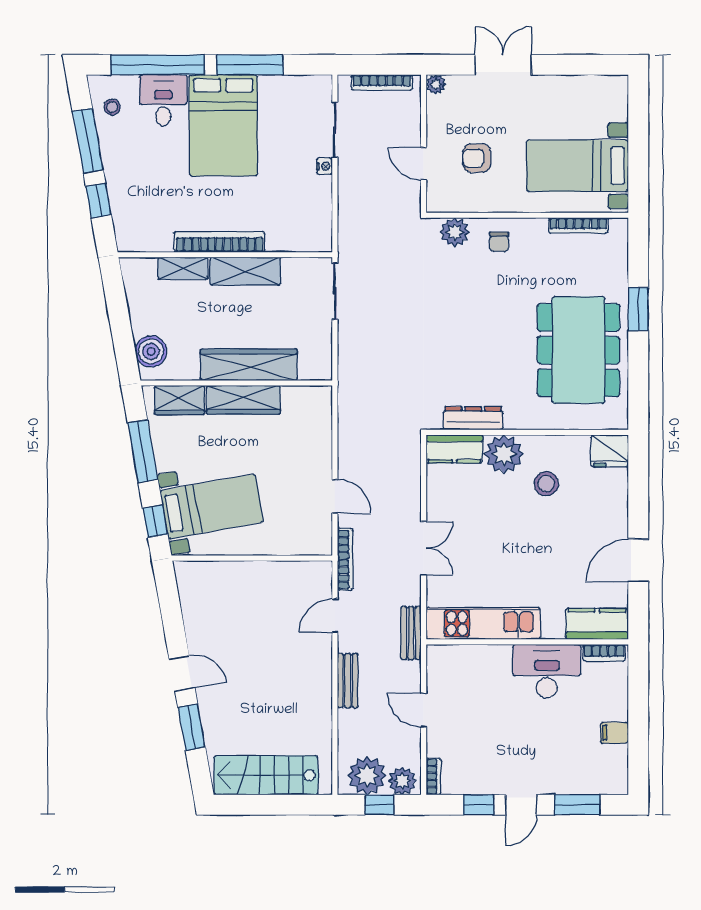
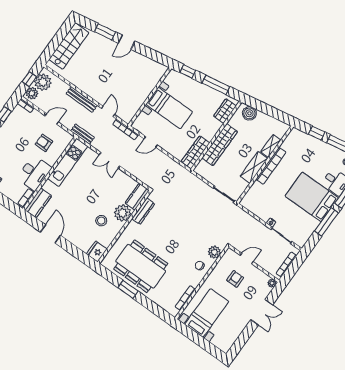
window: (638, 309) -> (128, 289), moved
wardrobe: (243, 400) -> (195, 152), moved
bed with nightstands: (212, 506) -> (169, 108), moved, turned -80
bench: (348, 681) -> (82, 99), width x1.36
armchair: (478, 693) -> (44, 143), added

